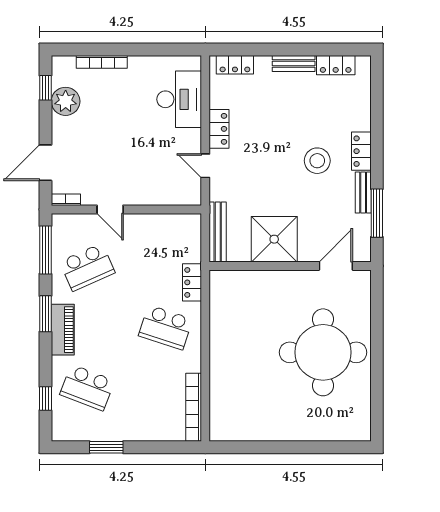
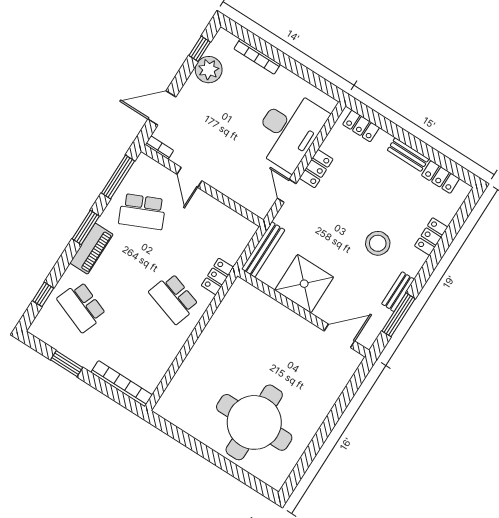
desk: (179, 99) -> (289, 130), width x1.36, depth x1.30
locker: (361, 151) -> (431, 236), moved
round table: (323, 352) -> (254, 422), moved
bookcase: (194, 407) -> (122, 384), moved, turned 90

